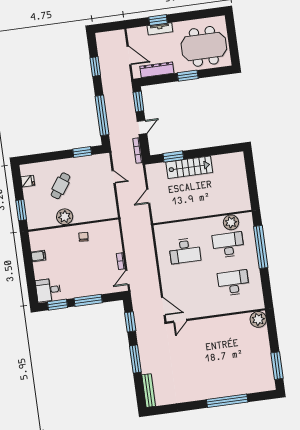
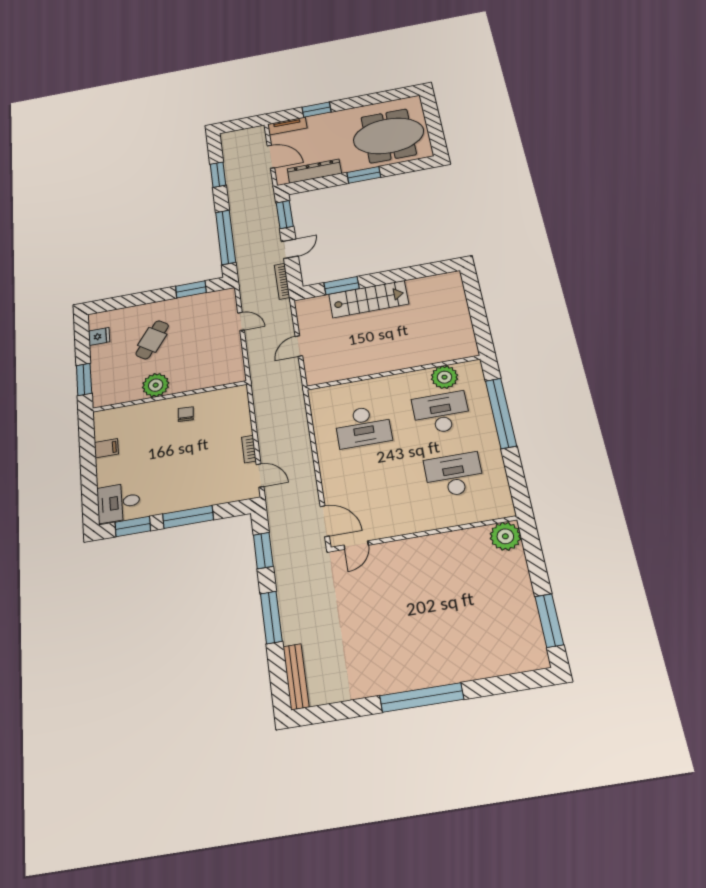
tv unit: (160, 29) -> (287, 126), moved
door: (127, 278) -> (260, 475), swing flipped
window: (227, 401) -> (422, 698), moved

